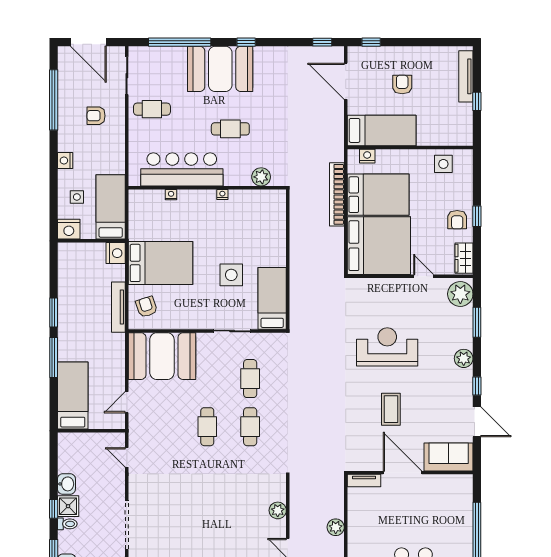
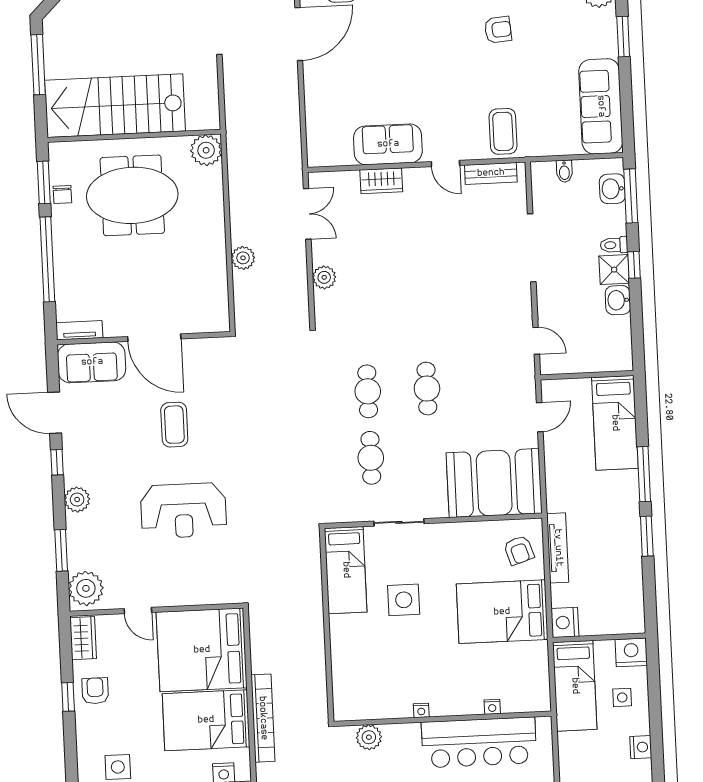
tv unit: (364, 481) -> (79, 330), moved

